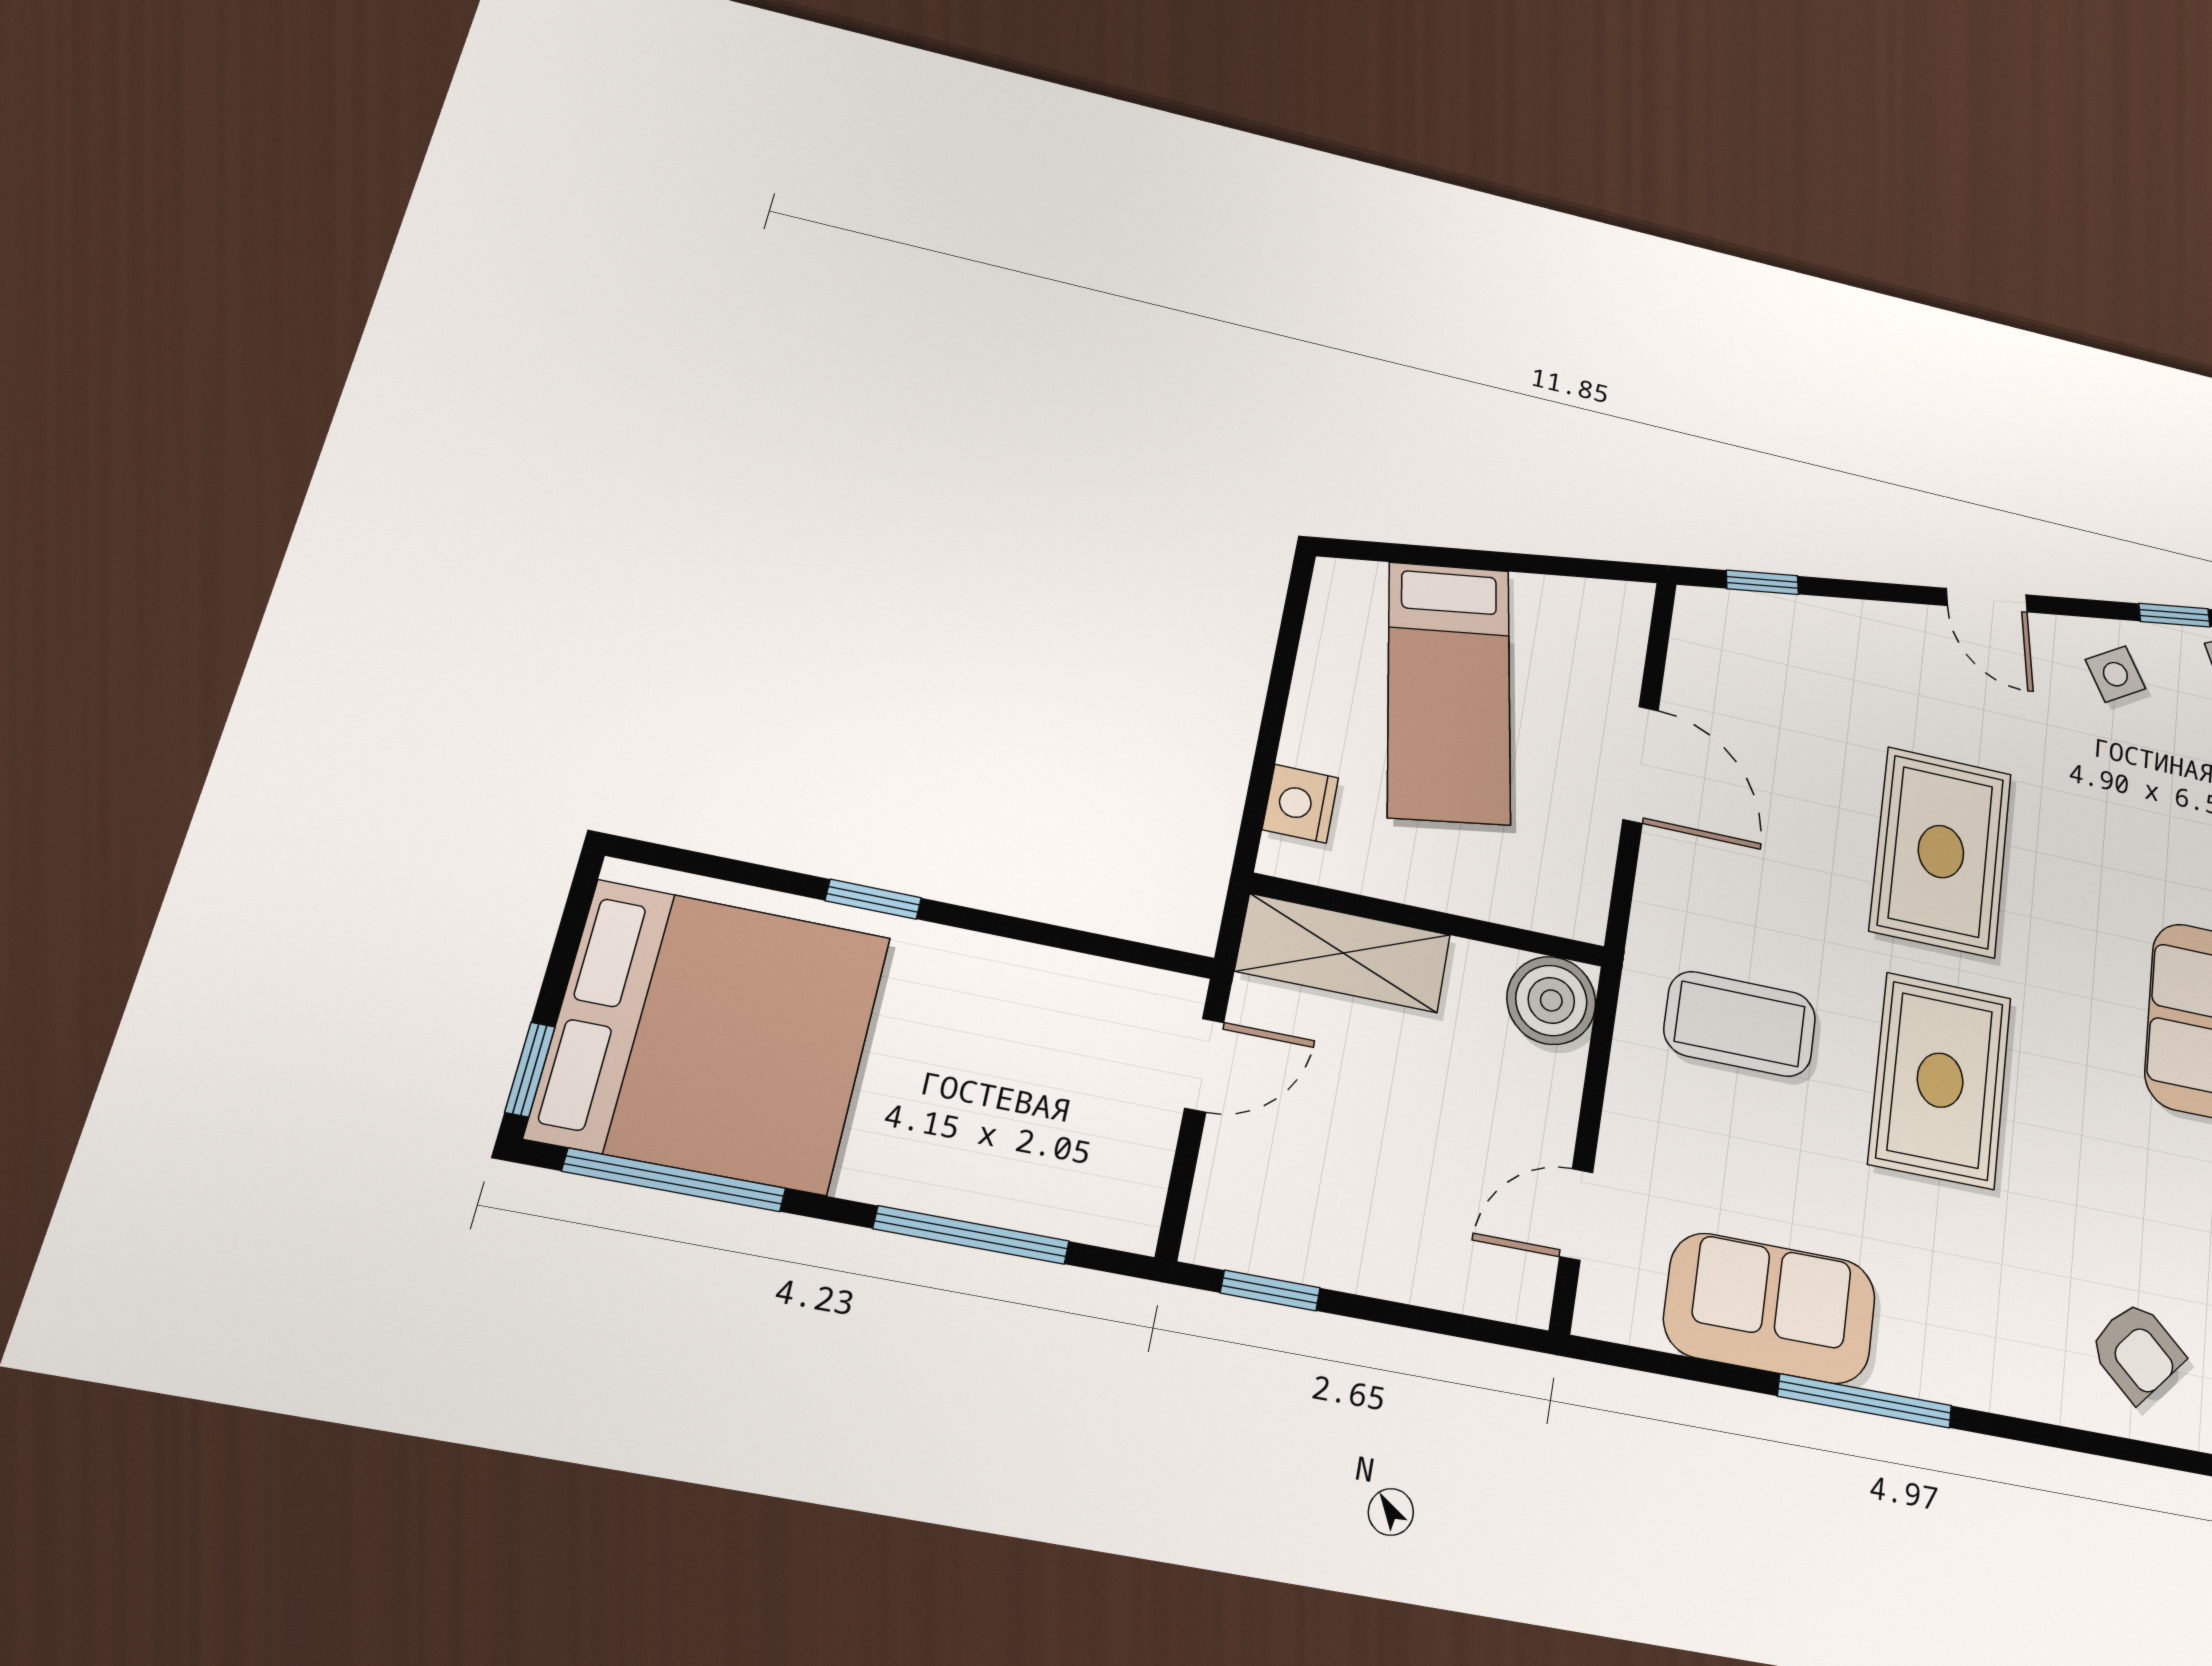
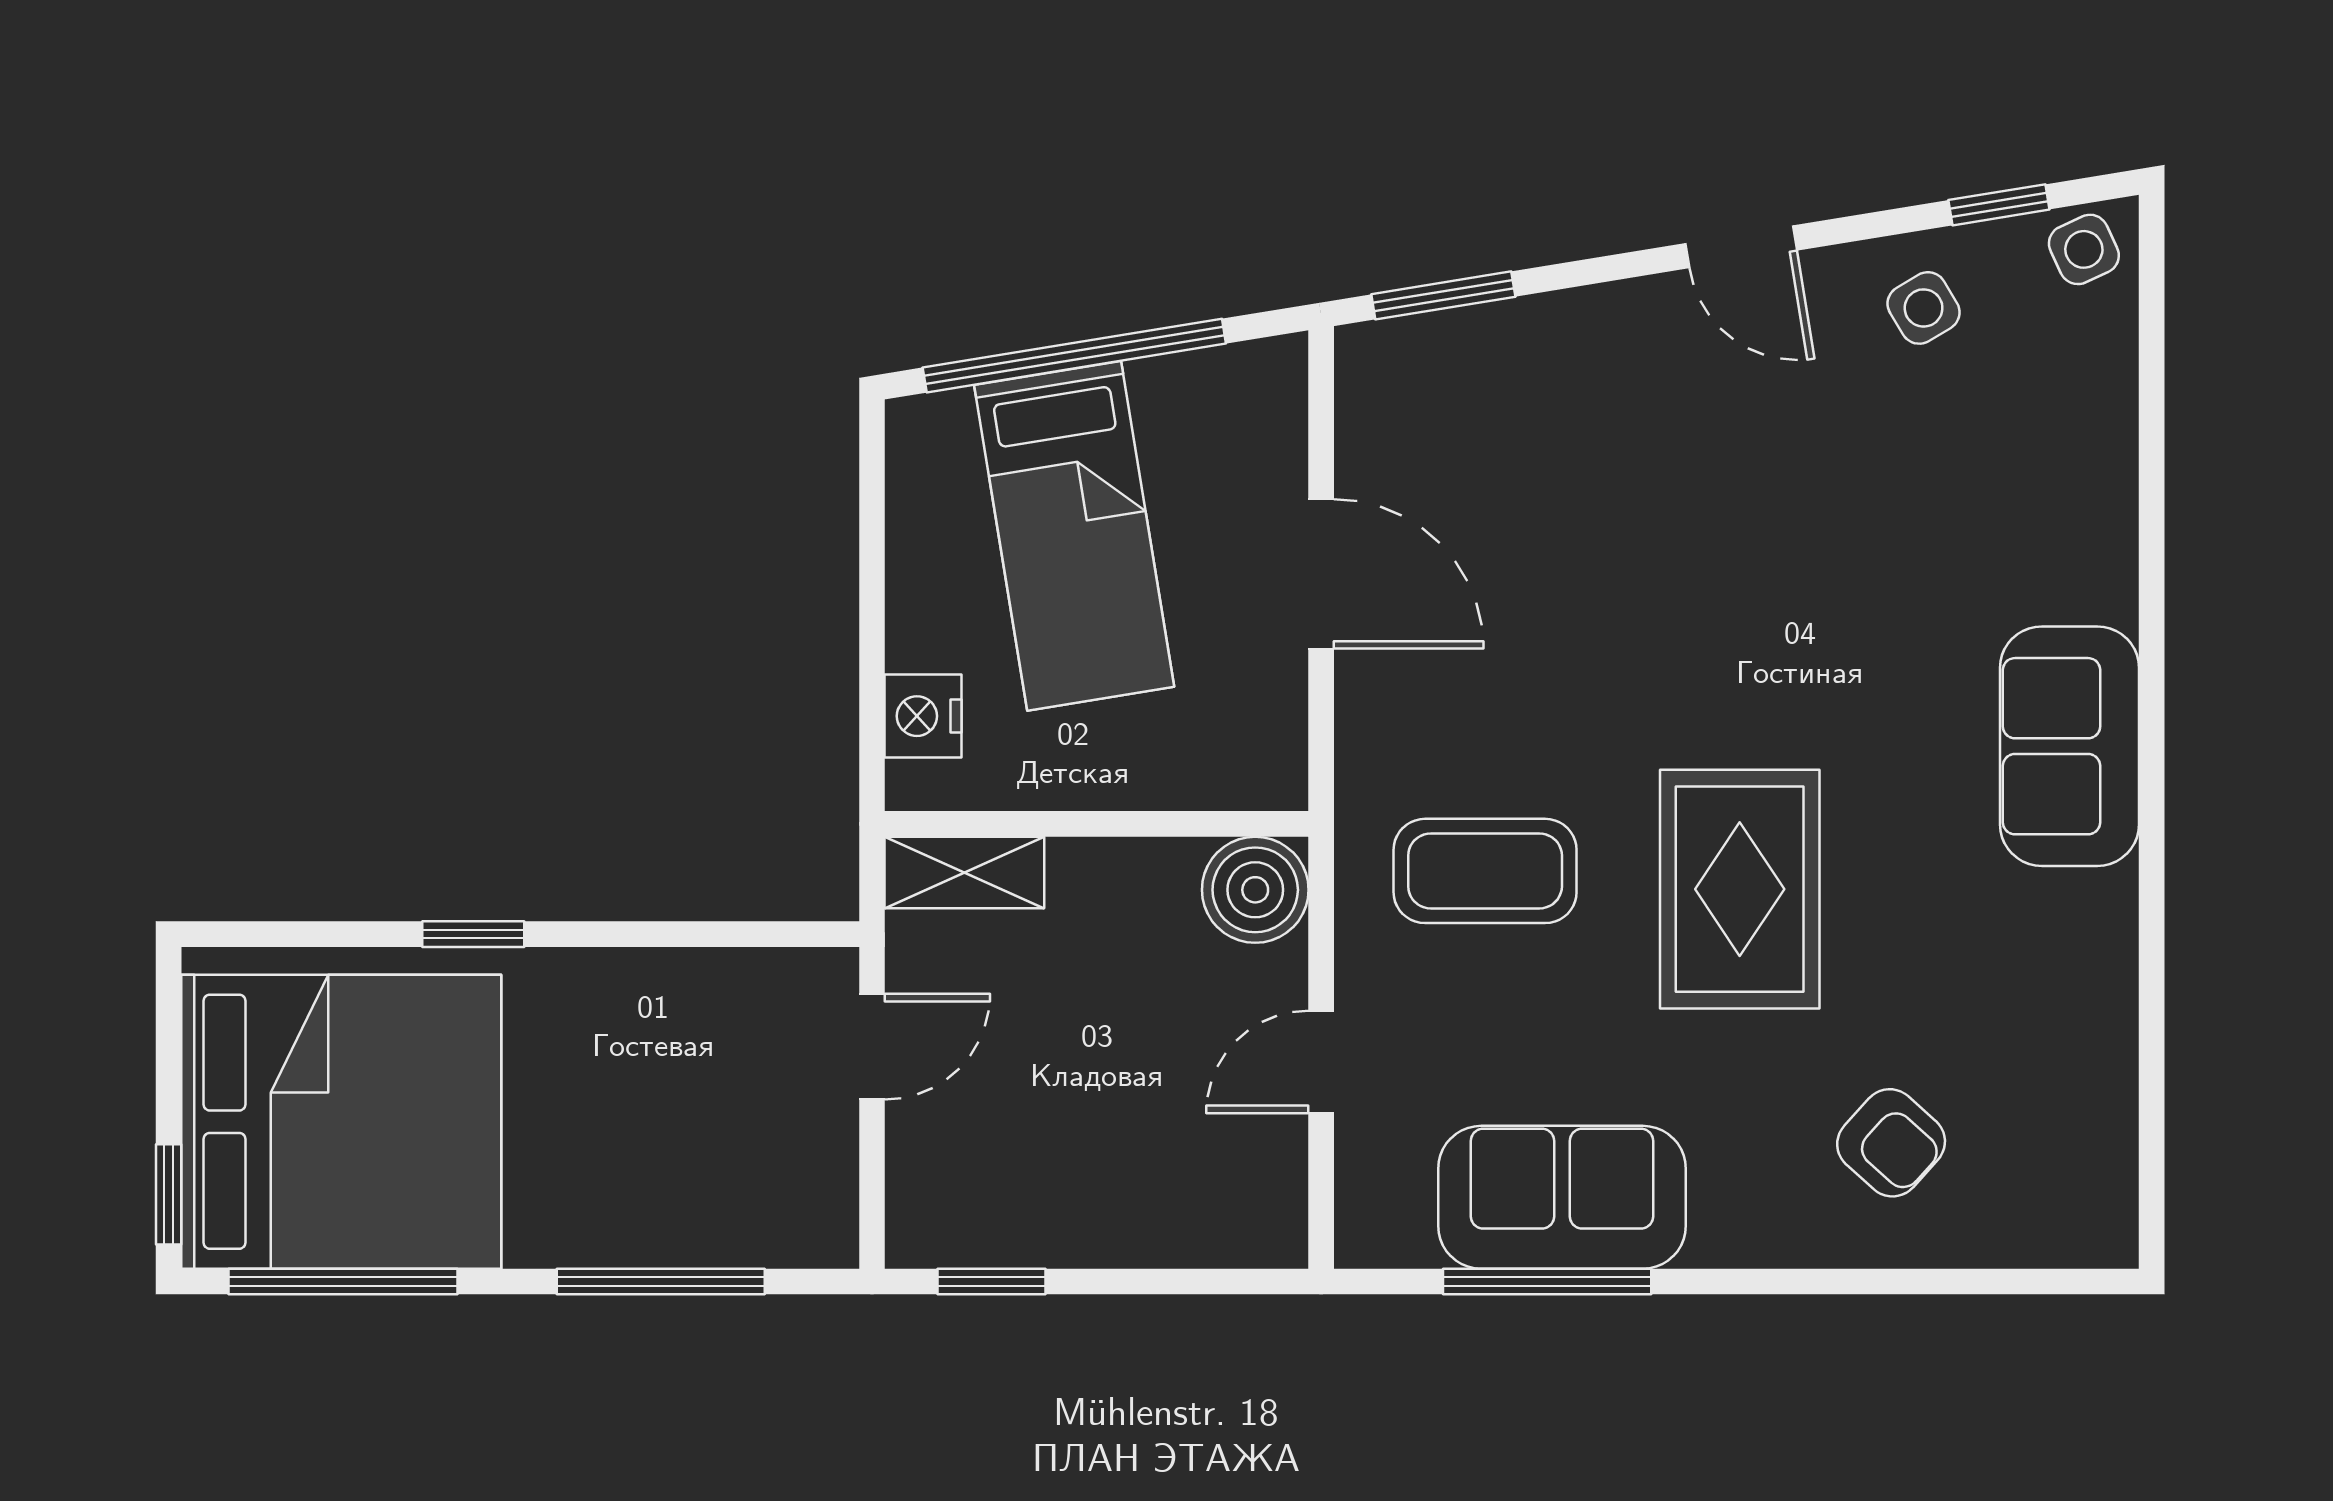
window: (1472, 559) -> (1074, 356), added
window: (1762, 582) -> (1443, 295), width x1.50
rug: (1941, 852) -> (1713, 601), removed
shelving: (1343, 953) -> (964, 873), width x0.67, depth x0.75
door: (1576, 1214) -> (1321, 1062), moved
armchair: (2137, 1352) -> (1891, 1143), moved
window: (1865, 1401) -> (1547, 1282), moved

